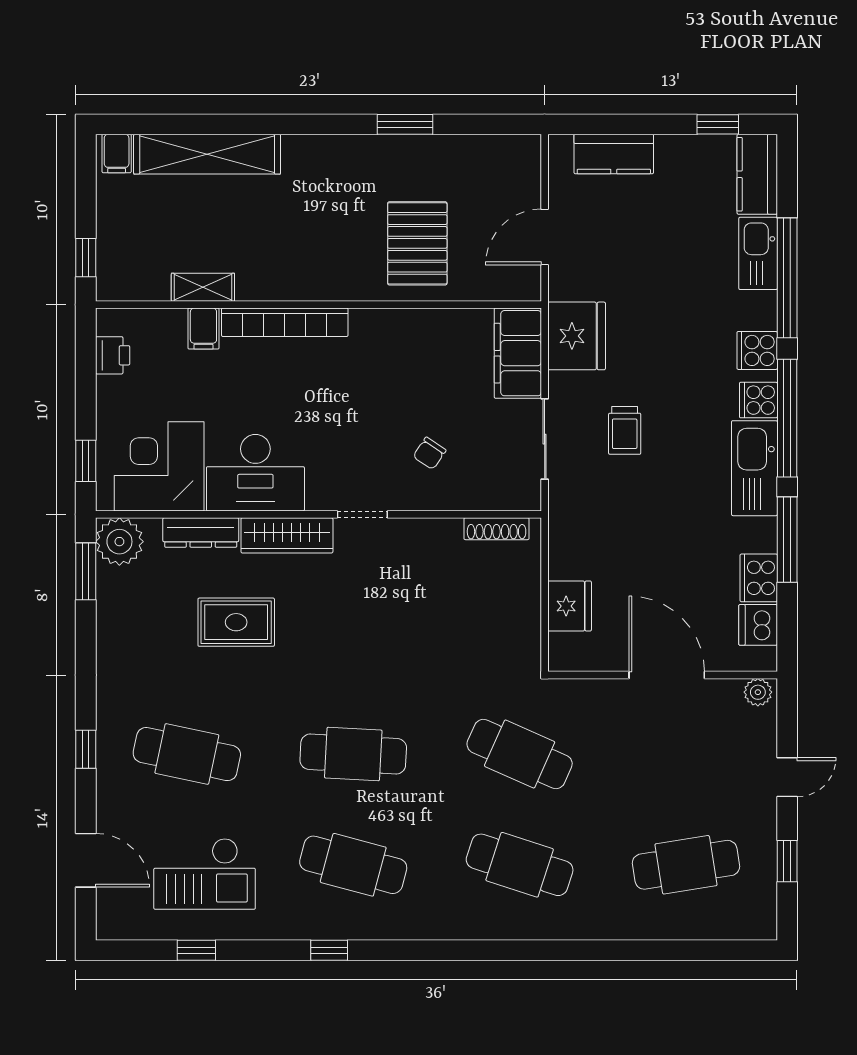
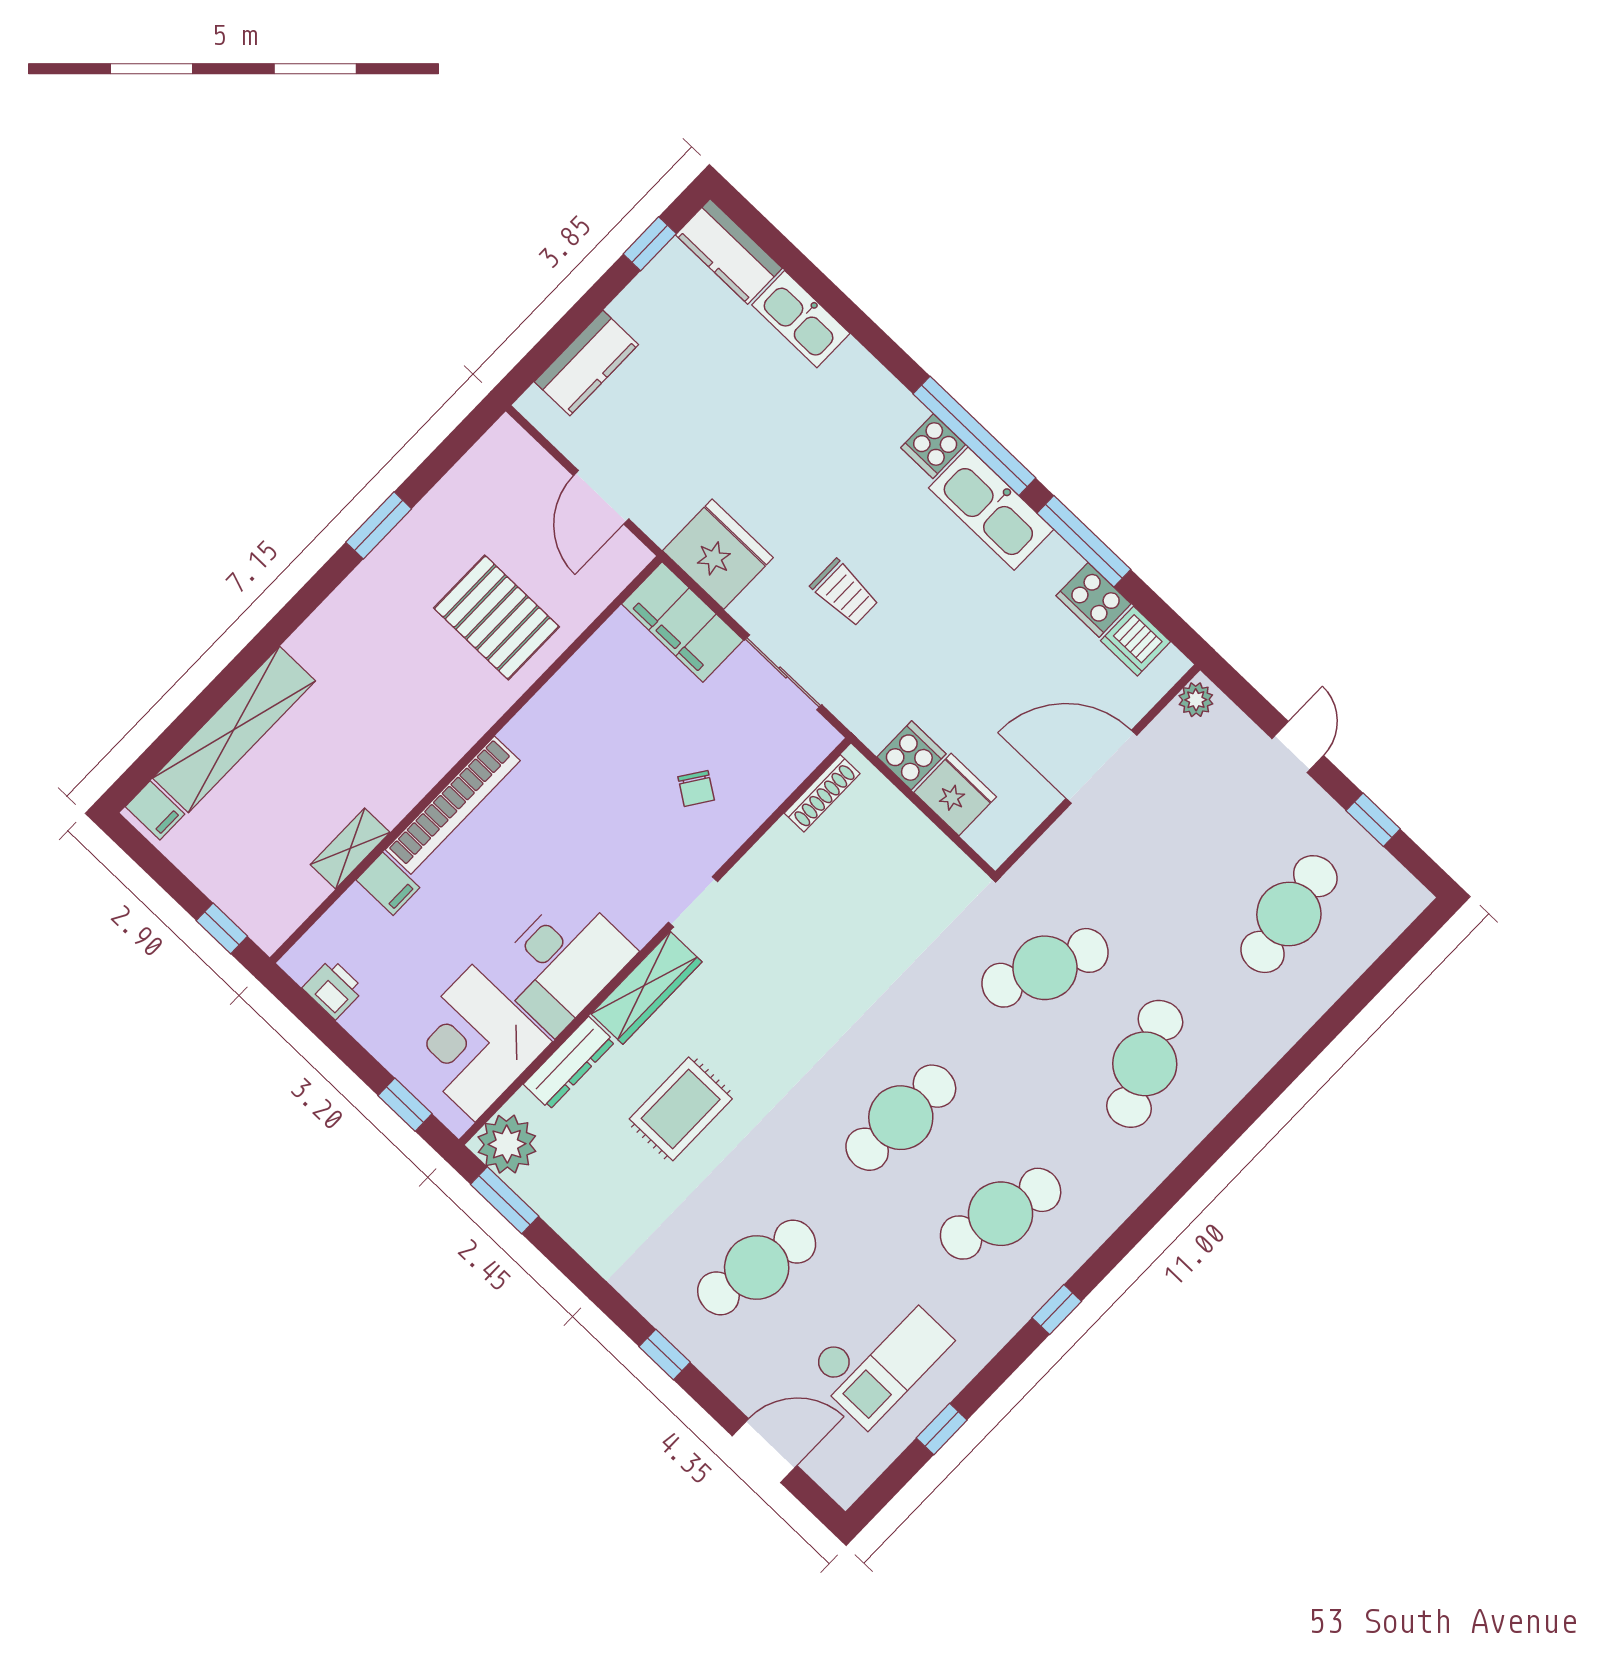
window: (787, 278) -> (848, 314), removed
cooker: (757, 350) -> (911, 755), moved, turned 180
cafe table: (520, 865) -> (1145, 1064), turned -42

